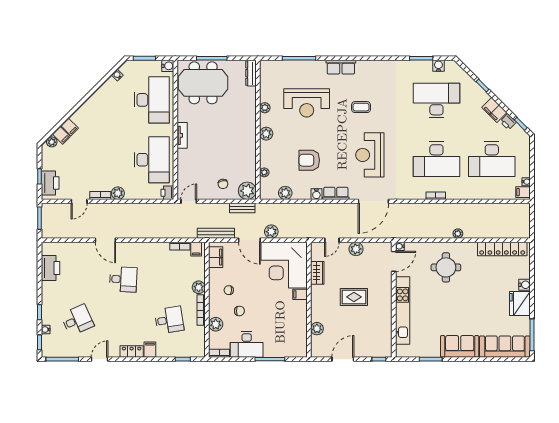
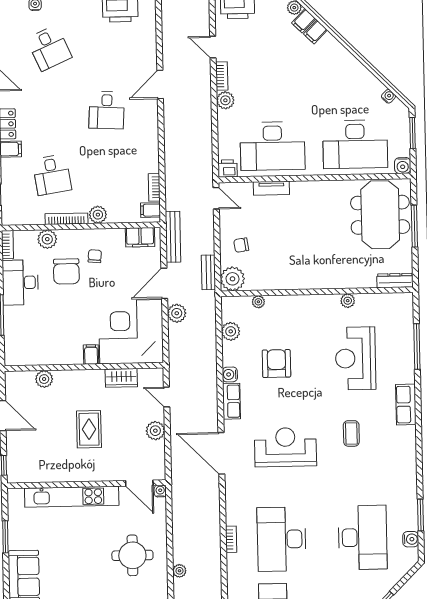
plant: (266, 134) -> (312, 303), removed
tv unit: (182, 135) -> (271, 188), moved
chair: (239, 311) -> (66, 271), width x1.87, depth x1.87

